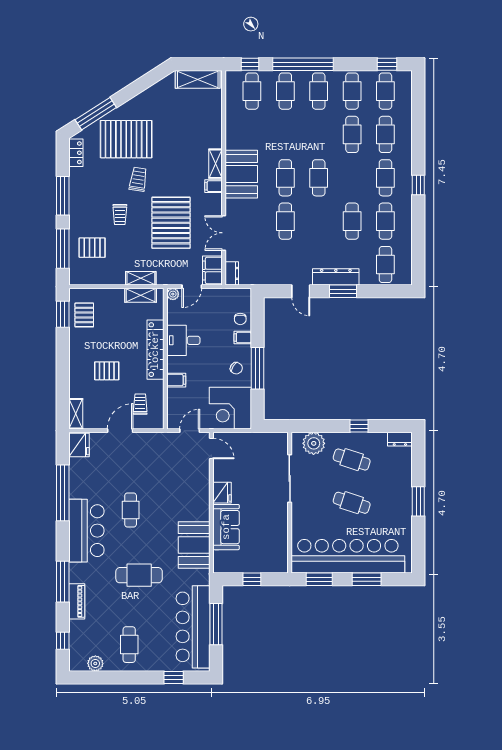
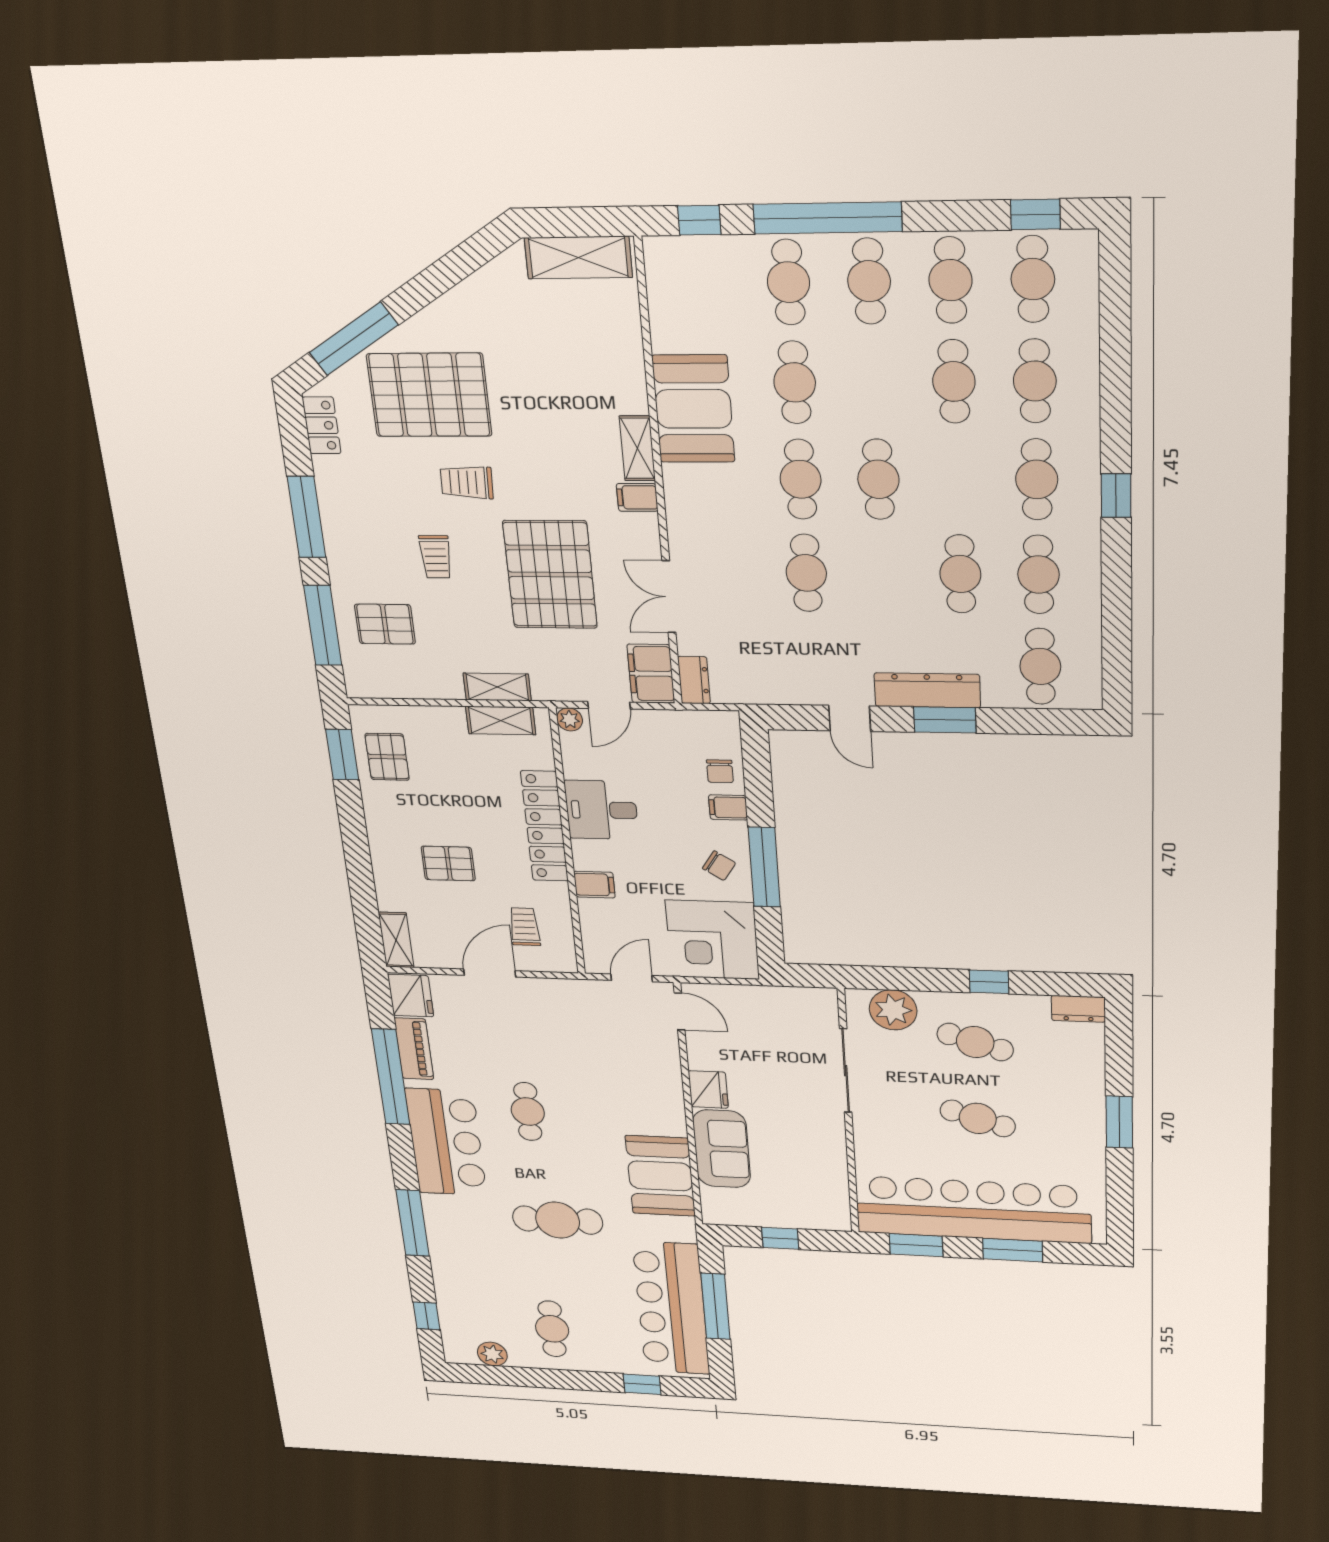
cafe table: (252, 91) -> (795, 382), moved
booth: (241, 174) -> (693, 409), moved
trolley: (138, 179) -> (467, 482), turned -97
piano: (77, 601) -> (414, 1049), moved

